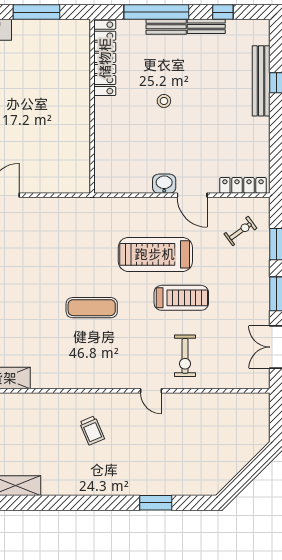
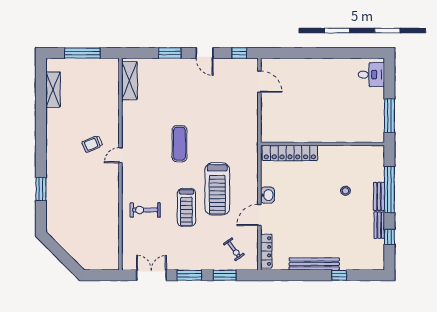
window: (36, 12) -> (389, 116), moved
locker: (105, 58) -> (290, 153), moved
bench: (261, 81) -> (314, 264), moved
stool: (164, 101) -> (345, 191), moved
treadmill: (155, 254) -> (217, 189), turned 180
door: (151, 391) -> (120, 155), moved

